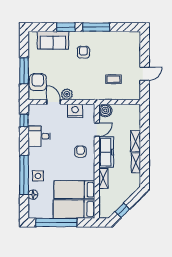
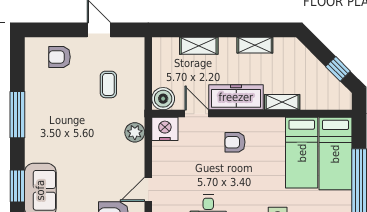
window: (66, 27) -> (17, 186), moved
armchair: (83, 52) -> (59, 57), moved
plant: (67, 94) -> (135, 132), moved
nightstand: (75, 111) -> (165, 129), moved, turned 90
shelving: (136, 141) -> (199, 46), moved

